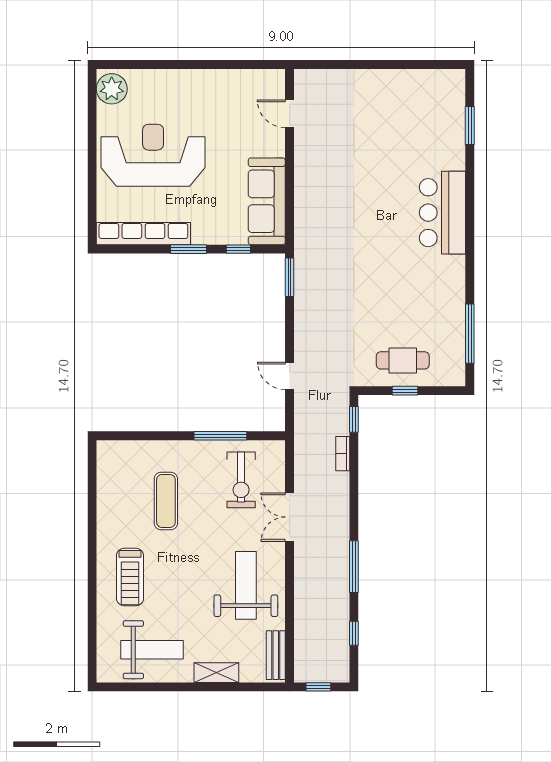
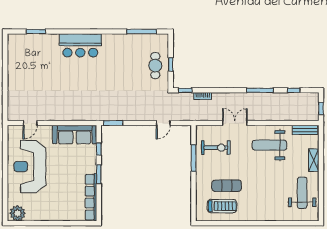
reception desk: (153, 155) -> (30, 167), moved
double door: (290, 517) -> (235, 123), swing flipped
treadmill: (130, 577) -> (222, 206), moved

